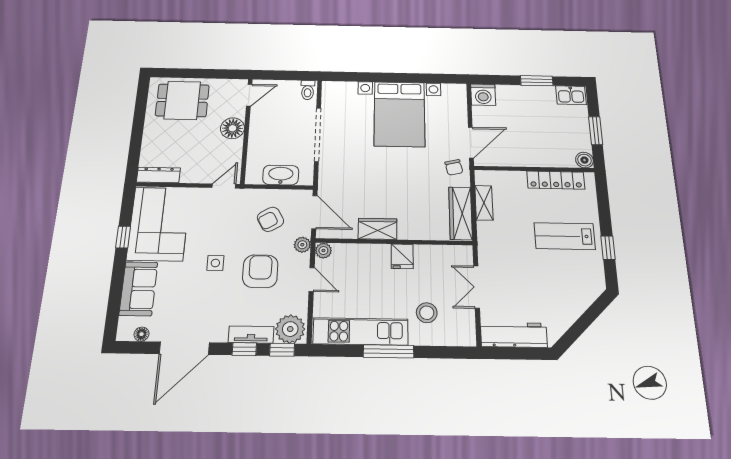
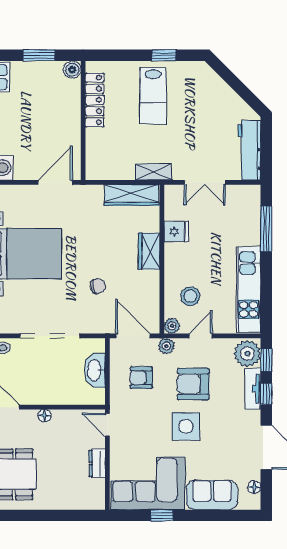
floor lamp: (232, 128) -> (45, 416), width x0.53, depth x0.53
door: (471, 143) -> (55, 182), hinge flipped
chair: (454, 167) -> (98, 286), moved
dresser: (158, 175) -> (97, 463), moved, width x0.70
shelving: (484, 203) -> (154, 172), moved
door: (314, 212) -> (133, 336), hinge flipped
armchair: (270, 219) -> (141, 378), turned 120
wardrobe: (378, 229) -> (149, 251), moved
fridge: (402, 256) -> (176, 232), moved
side table: (215, 263) -> (186, 426), width x1.87, depth x1.87
stool: (427, 313) -> (190, 296), moved
window: (388, 351) -> (266, 229), moved

